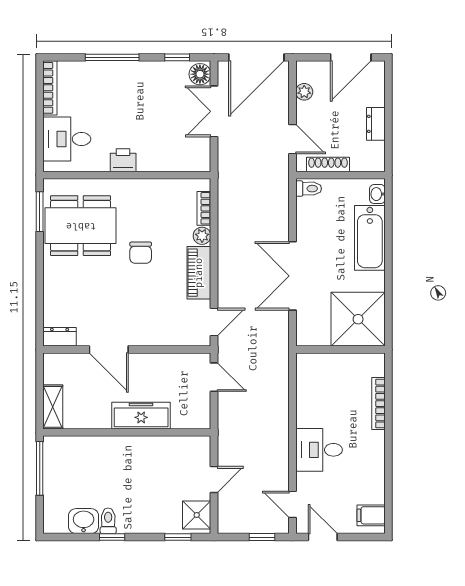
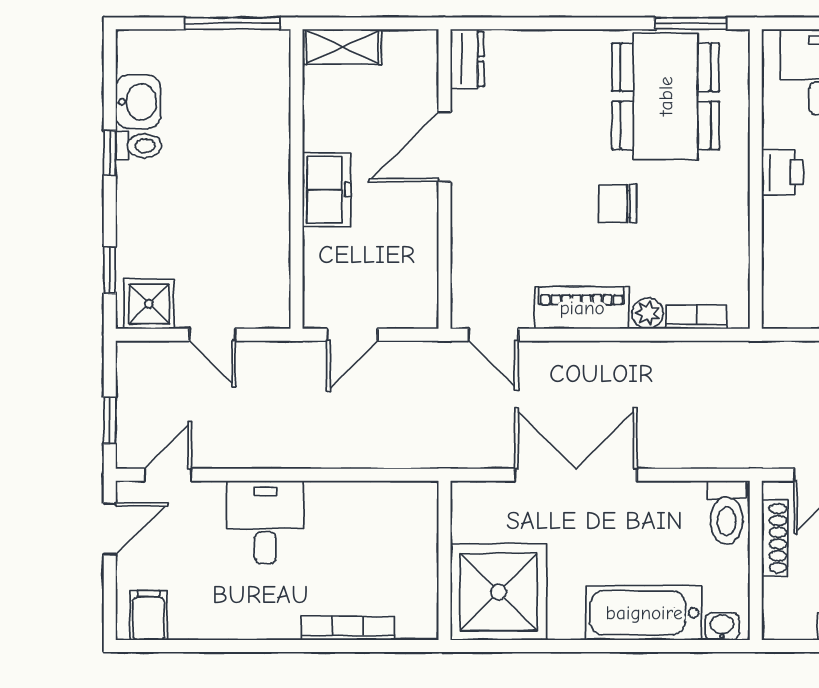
toilet: (309, 189) -> (726, 512), width x1.37, depth x1.39
door: (214, 377) -> (352, 335), moved
freezer: (141, 416) -> (327, 190), width x0.71

